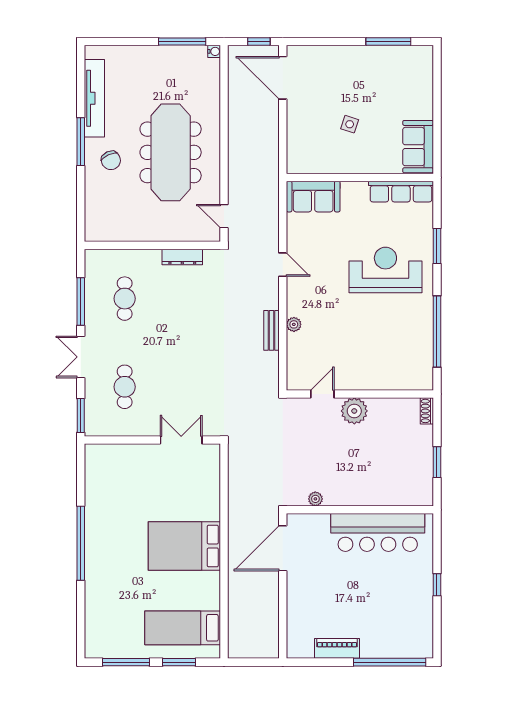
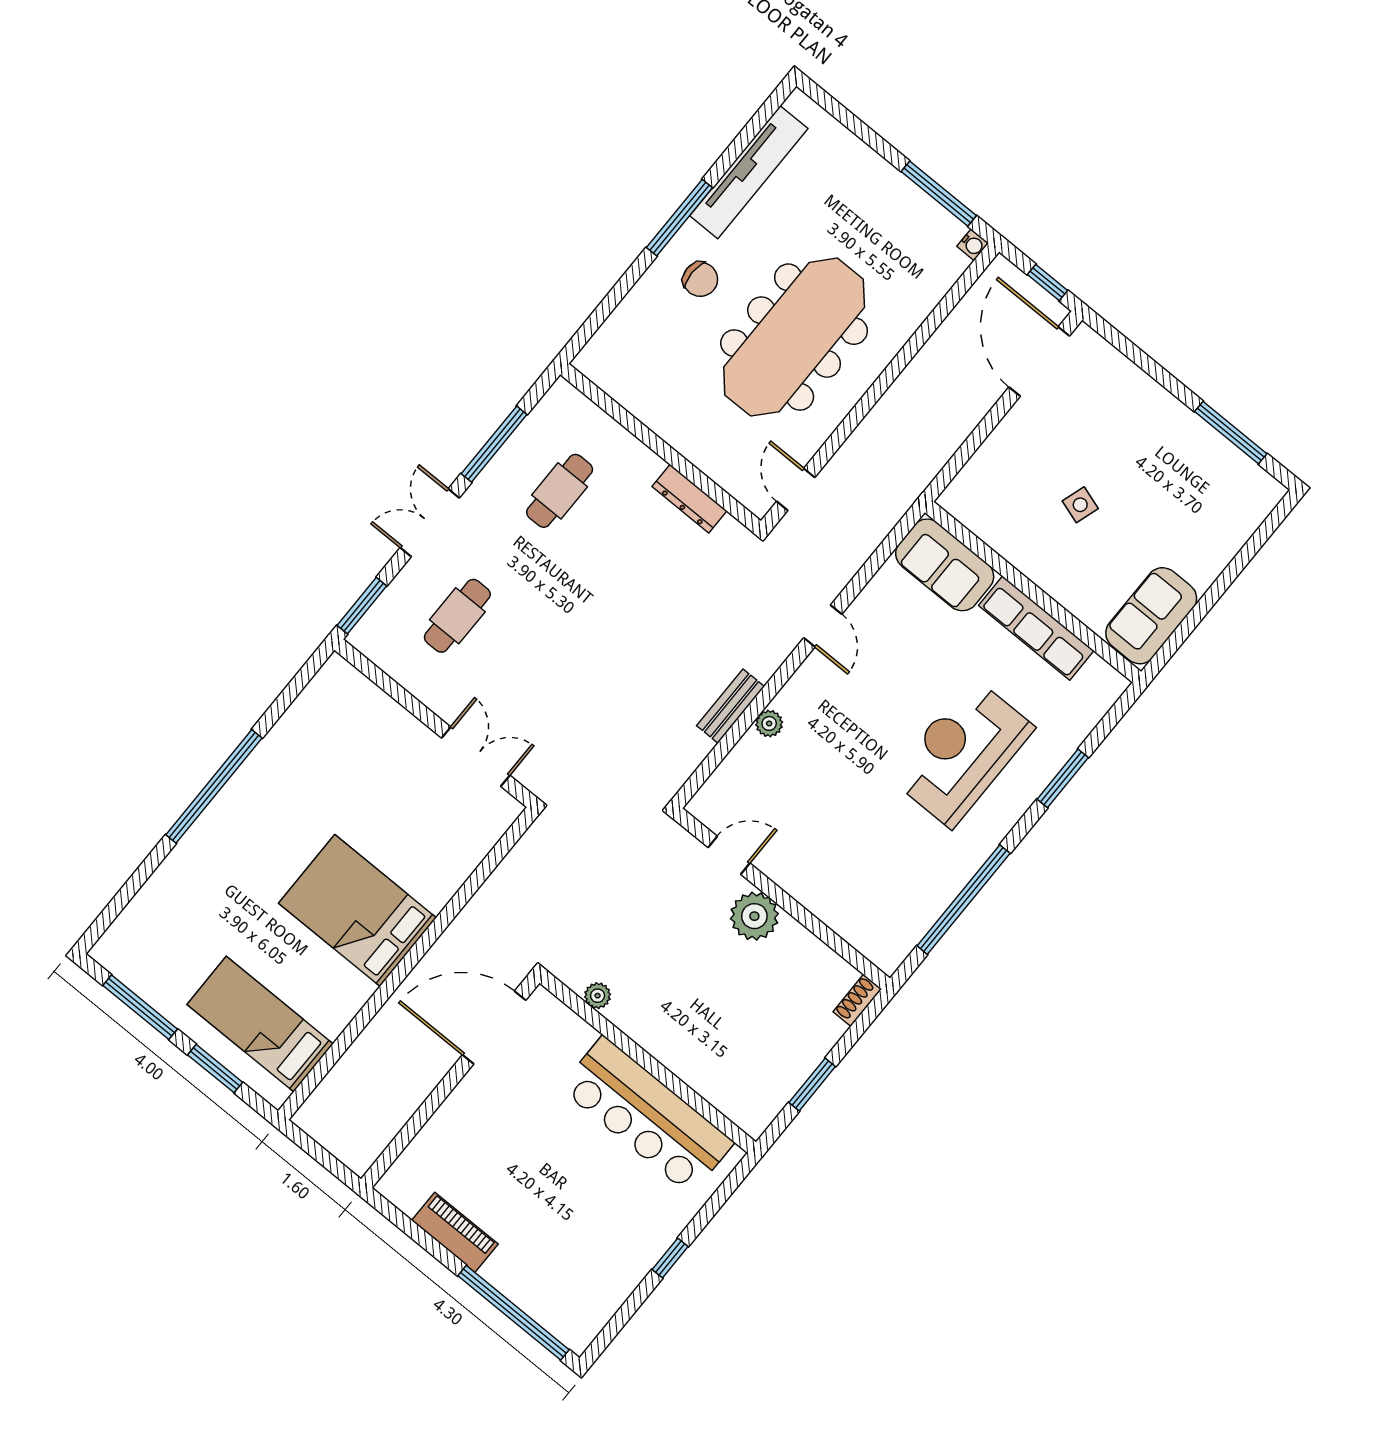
chair: (111, 160) -> (700, 279), turned -65
row of seats: (401, 192) -> (1036, 628), moved
reception desk: (385, 270) -> (962, 753), turned -90

